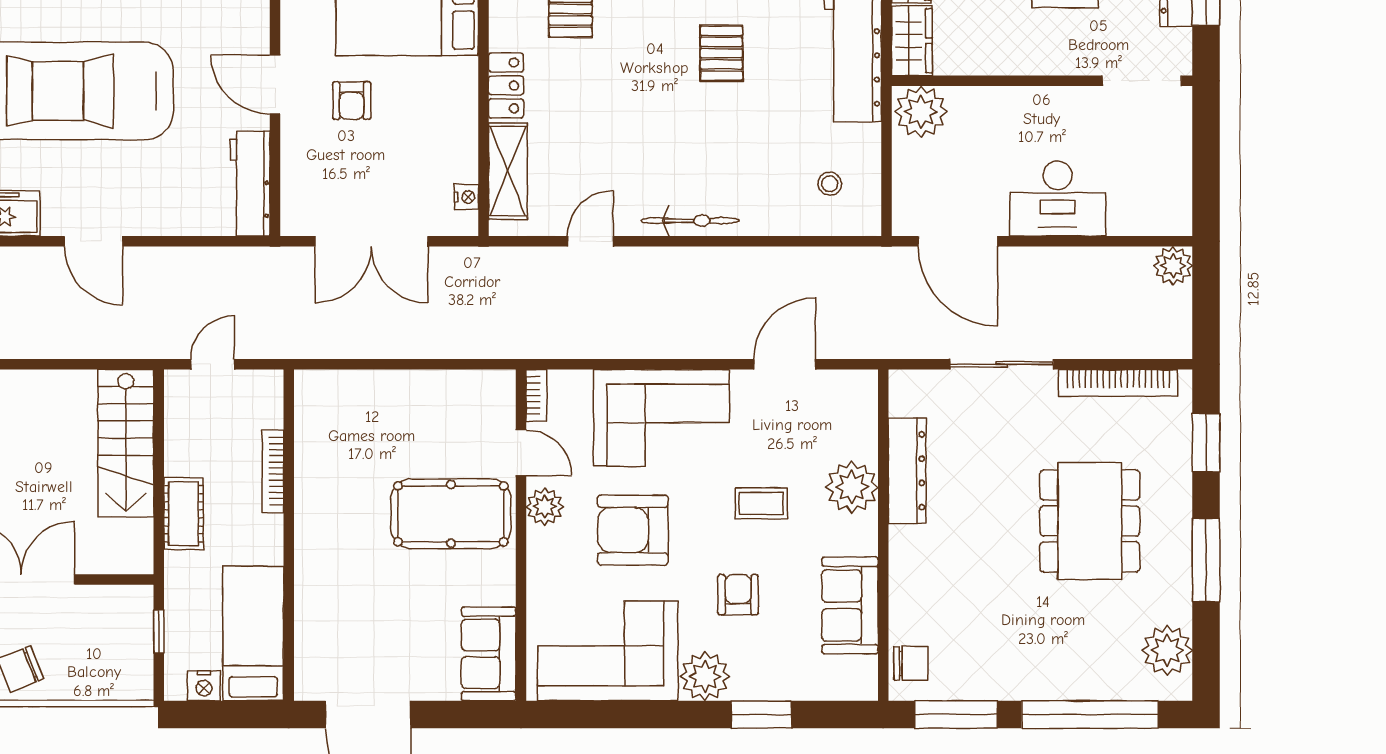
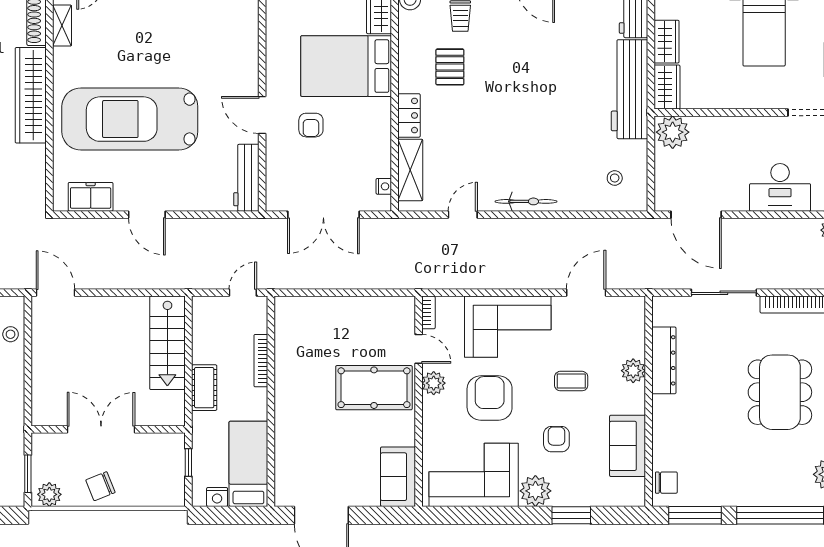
pallet: (721, 53) -> (546, 95), removed
desk: (1058, 199) -> (780, 187), moved
door: (213, 364) -> (243, 293), moved
plant: (852, 487) -> (633, 371), width x0.73, depth x0.73
armchair: (633, 530) -> (490, 398), turned 90

